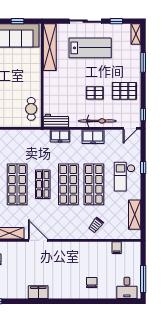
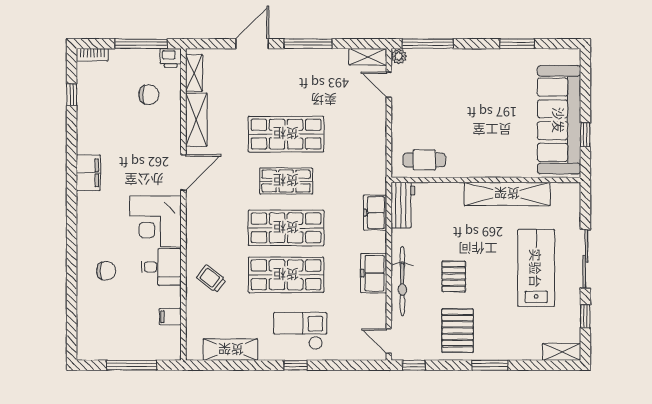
shelving: (50, 47) -> (507, 194), moved
lab bench: (90, 48) -> (536, 268), turned 180
window: (143, 62) -> (490, 365), moved
window: (143, 168) -> (295, 365), moved
corner desk: (65, 256) -> (156, 221), added
window: (143, 279) -> (132, 365), moved
desk: (127, 288) -> (161, 267), moved, turned 180

